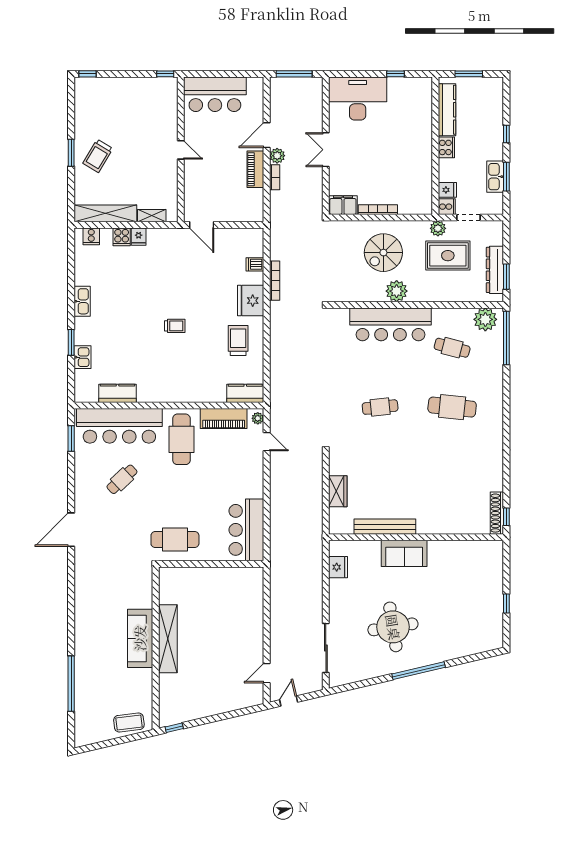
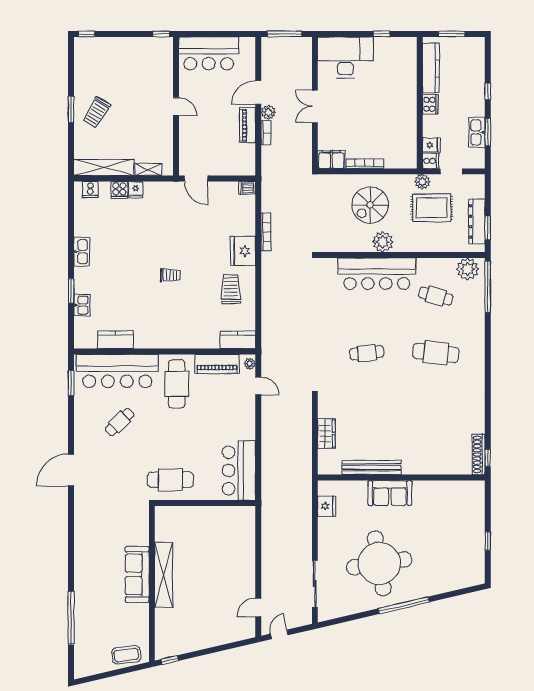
dishwasher: (255, 264) -> (247, 188), moved
round table: (393, 627) -> (379, 563), width x1.36, depth x1.36

